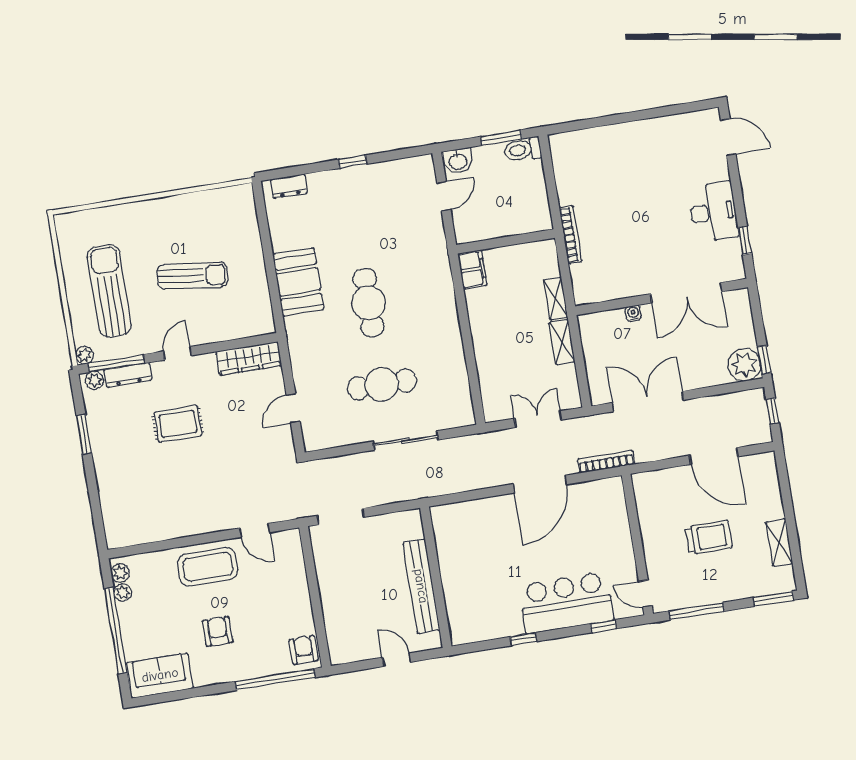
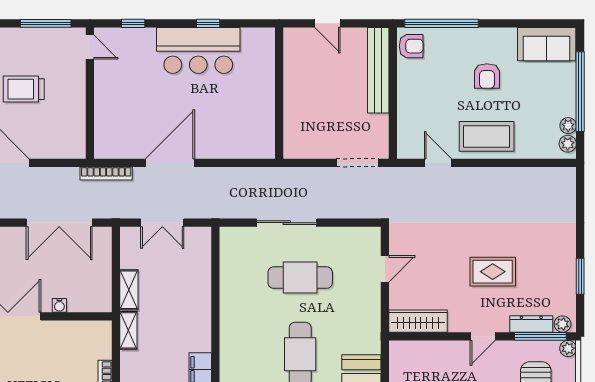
bench: (421, 586) -> (378, 70), moved
bar counter: (566, 603) -> (198, 50), moved
armchair: (304, 650) -> (411, 46), turned -90

